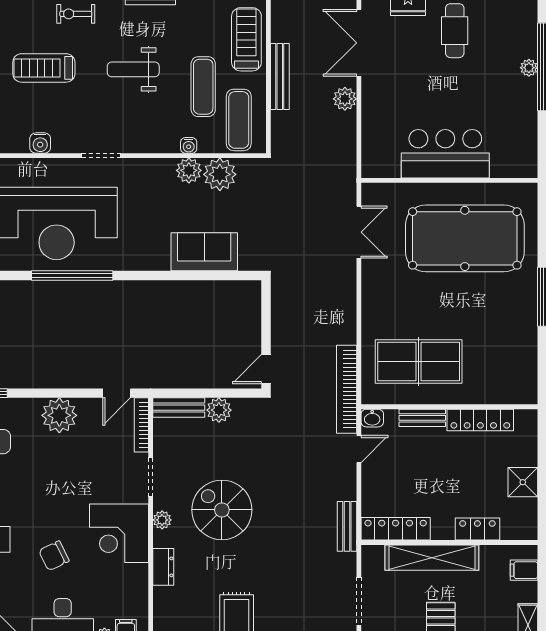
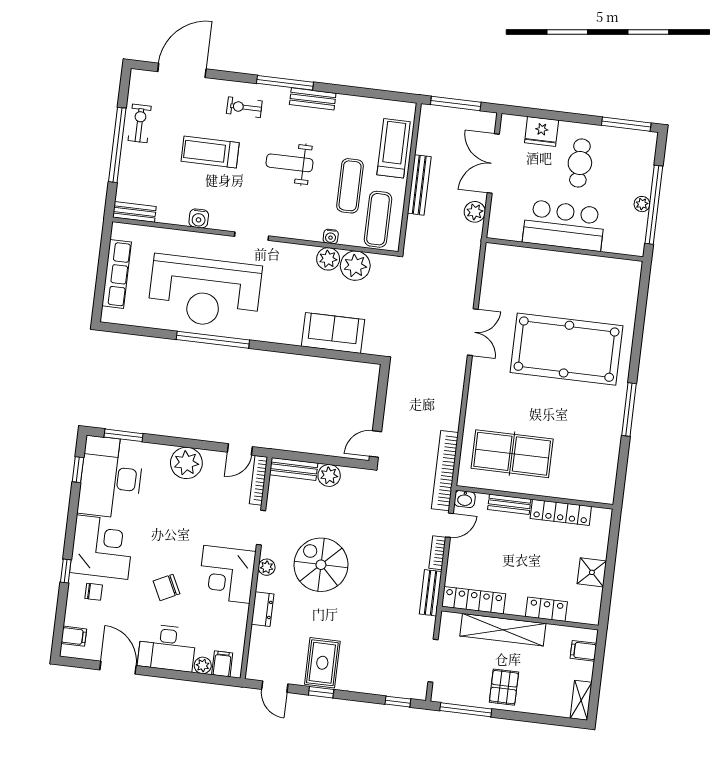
bar counter: (445, 154) -> (564, 225), moved
wall: (449, 180) -> (565, 249), moved
bookcase: (349, 481) -> (437, 553), added

